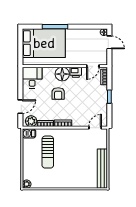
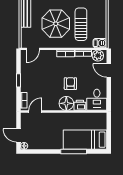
bed: (44, 43) -> (85, 140), width x0.67
printer: (76, 72) -> (80, 105), moved
door: (20, 107) -> (109, 70), hinge flipped
parasol: (73, 153) -> (56, 24), added

